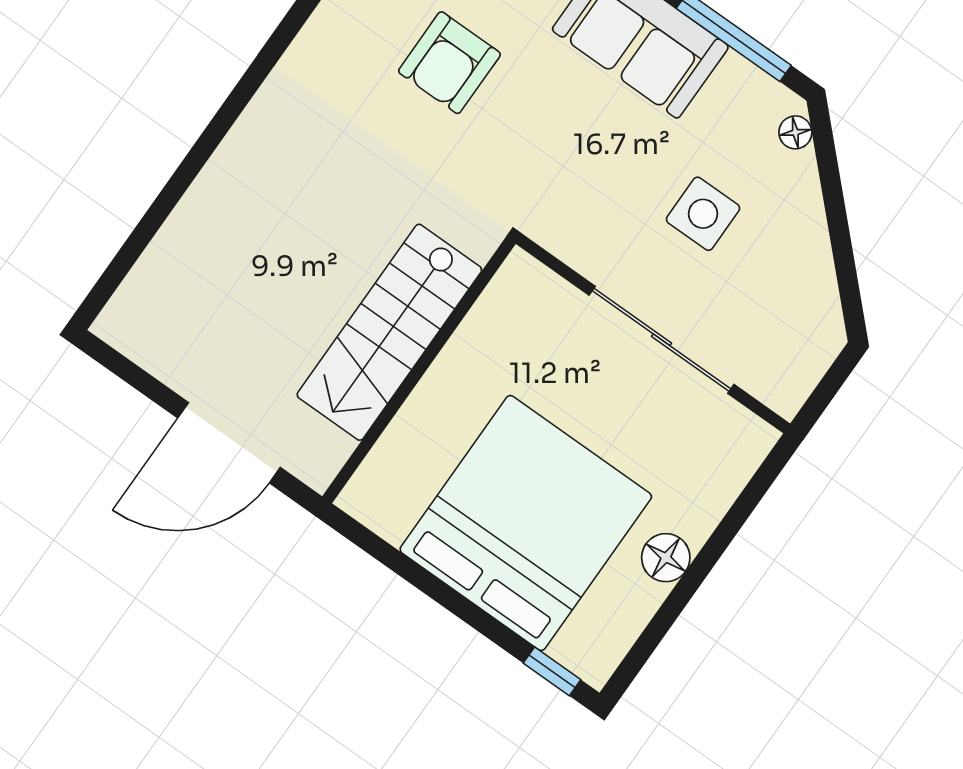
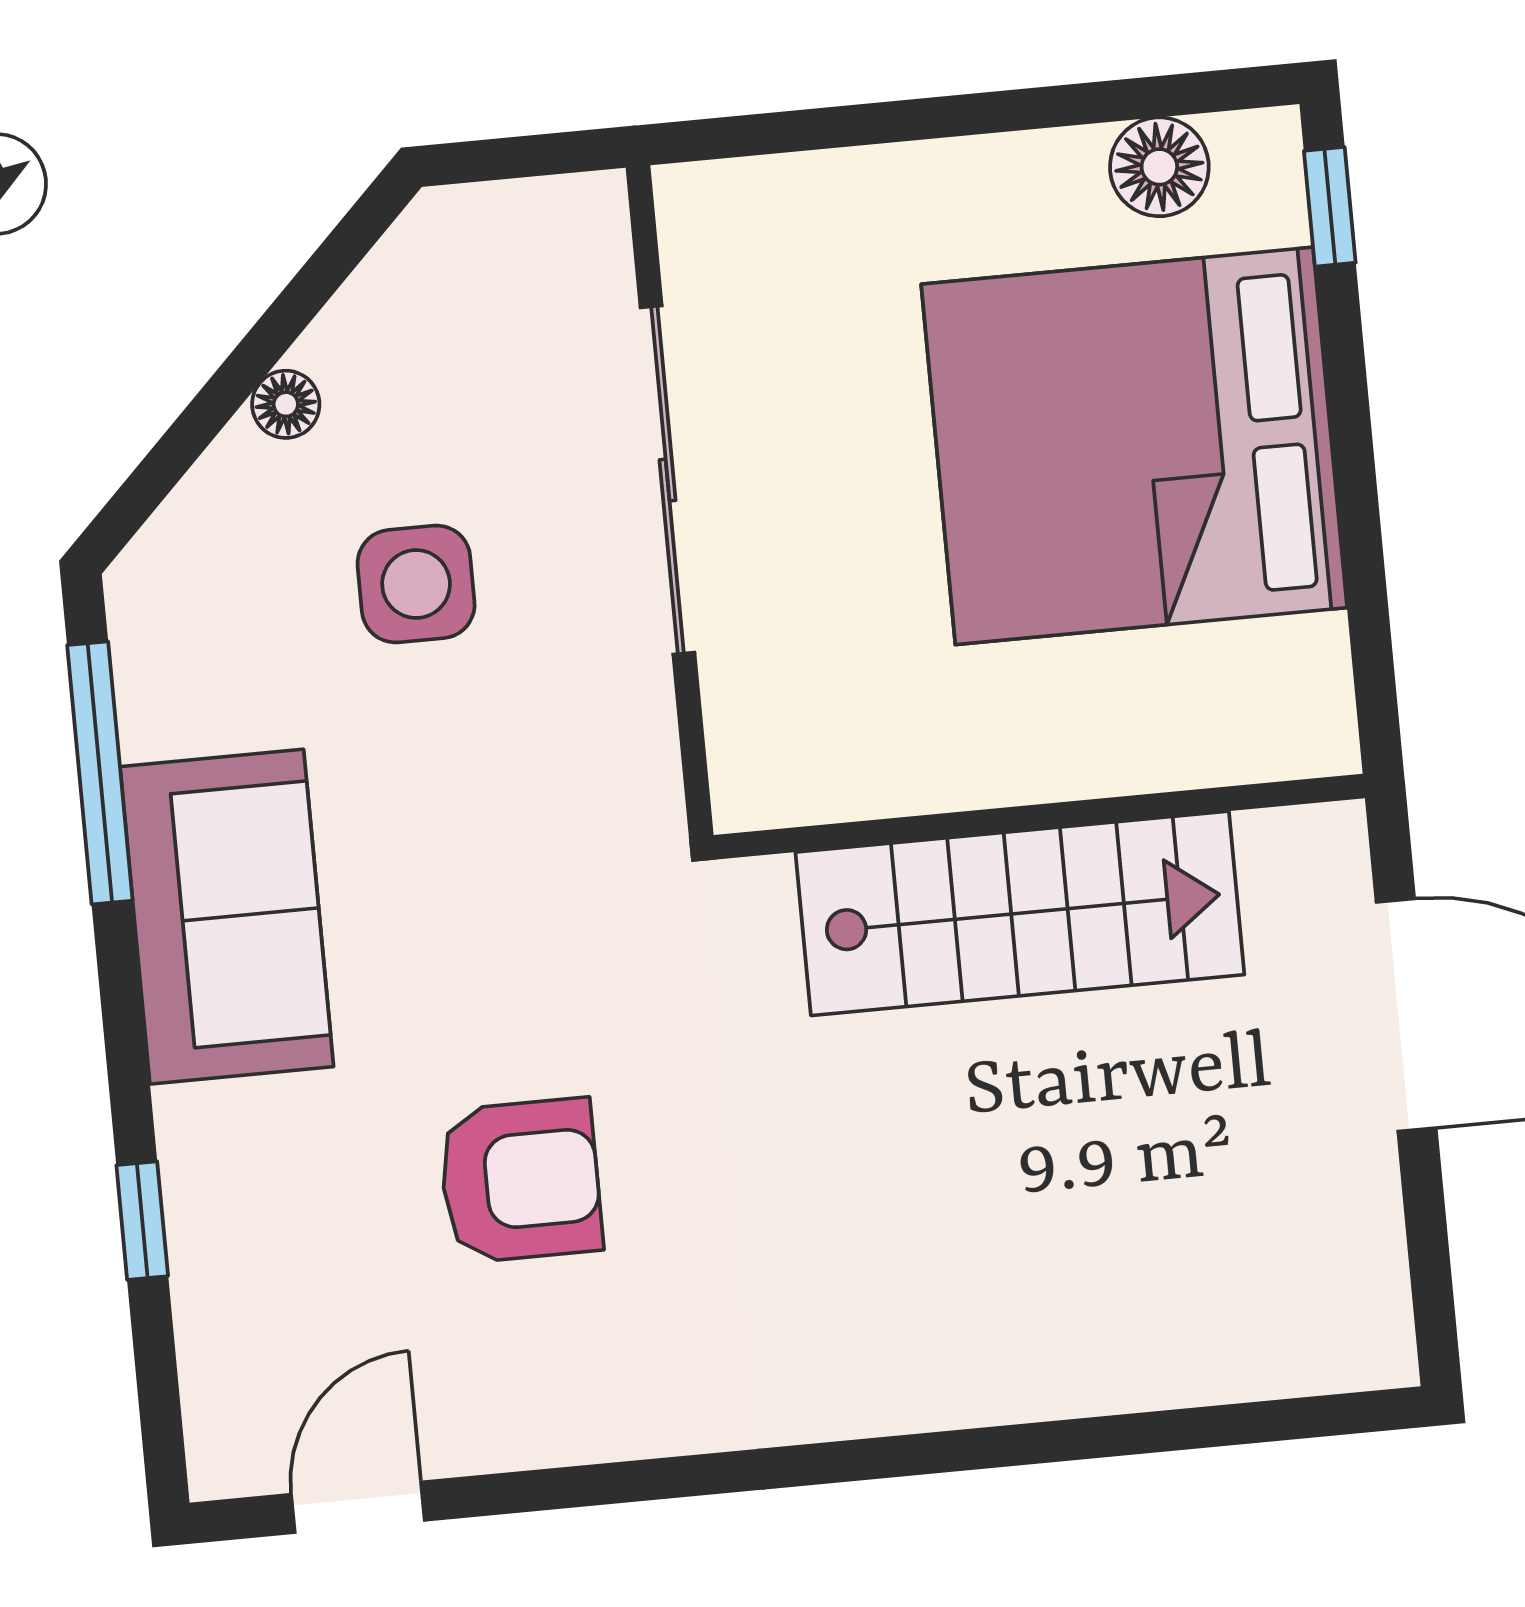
floor lamp: (795, 132) -> (286, 404), moved
floor lamp: (666, 558) -> (1159, 167), moved

